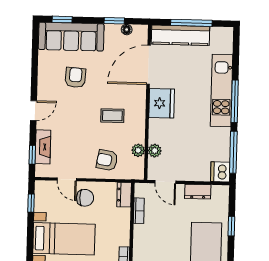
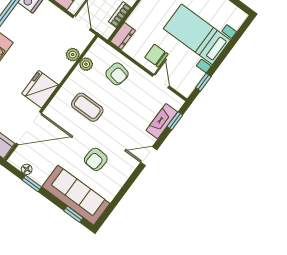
coffee table: (112, 116) -> (87, 107), width x1.36, depth x1.30

